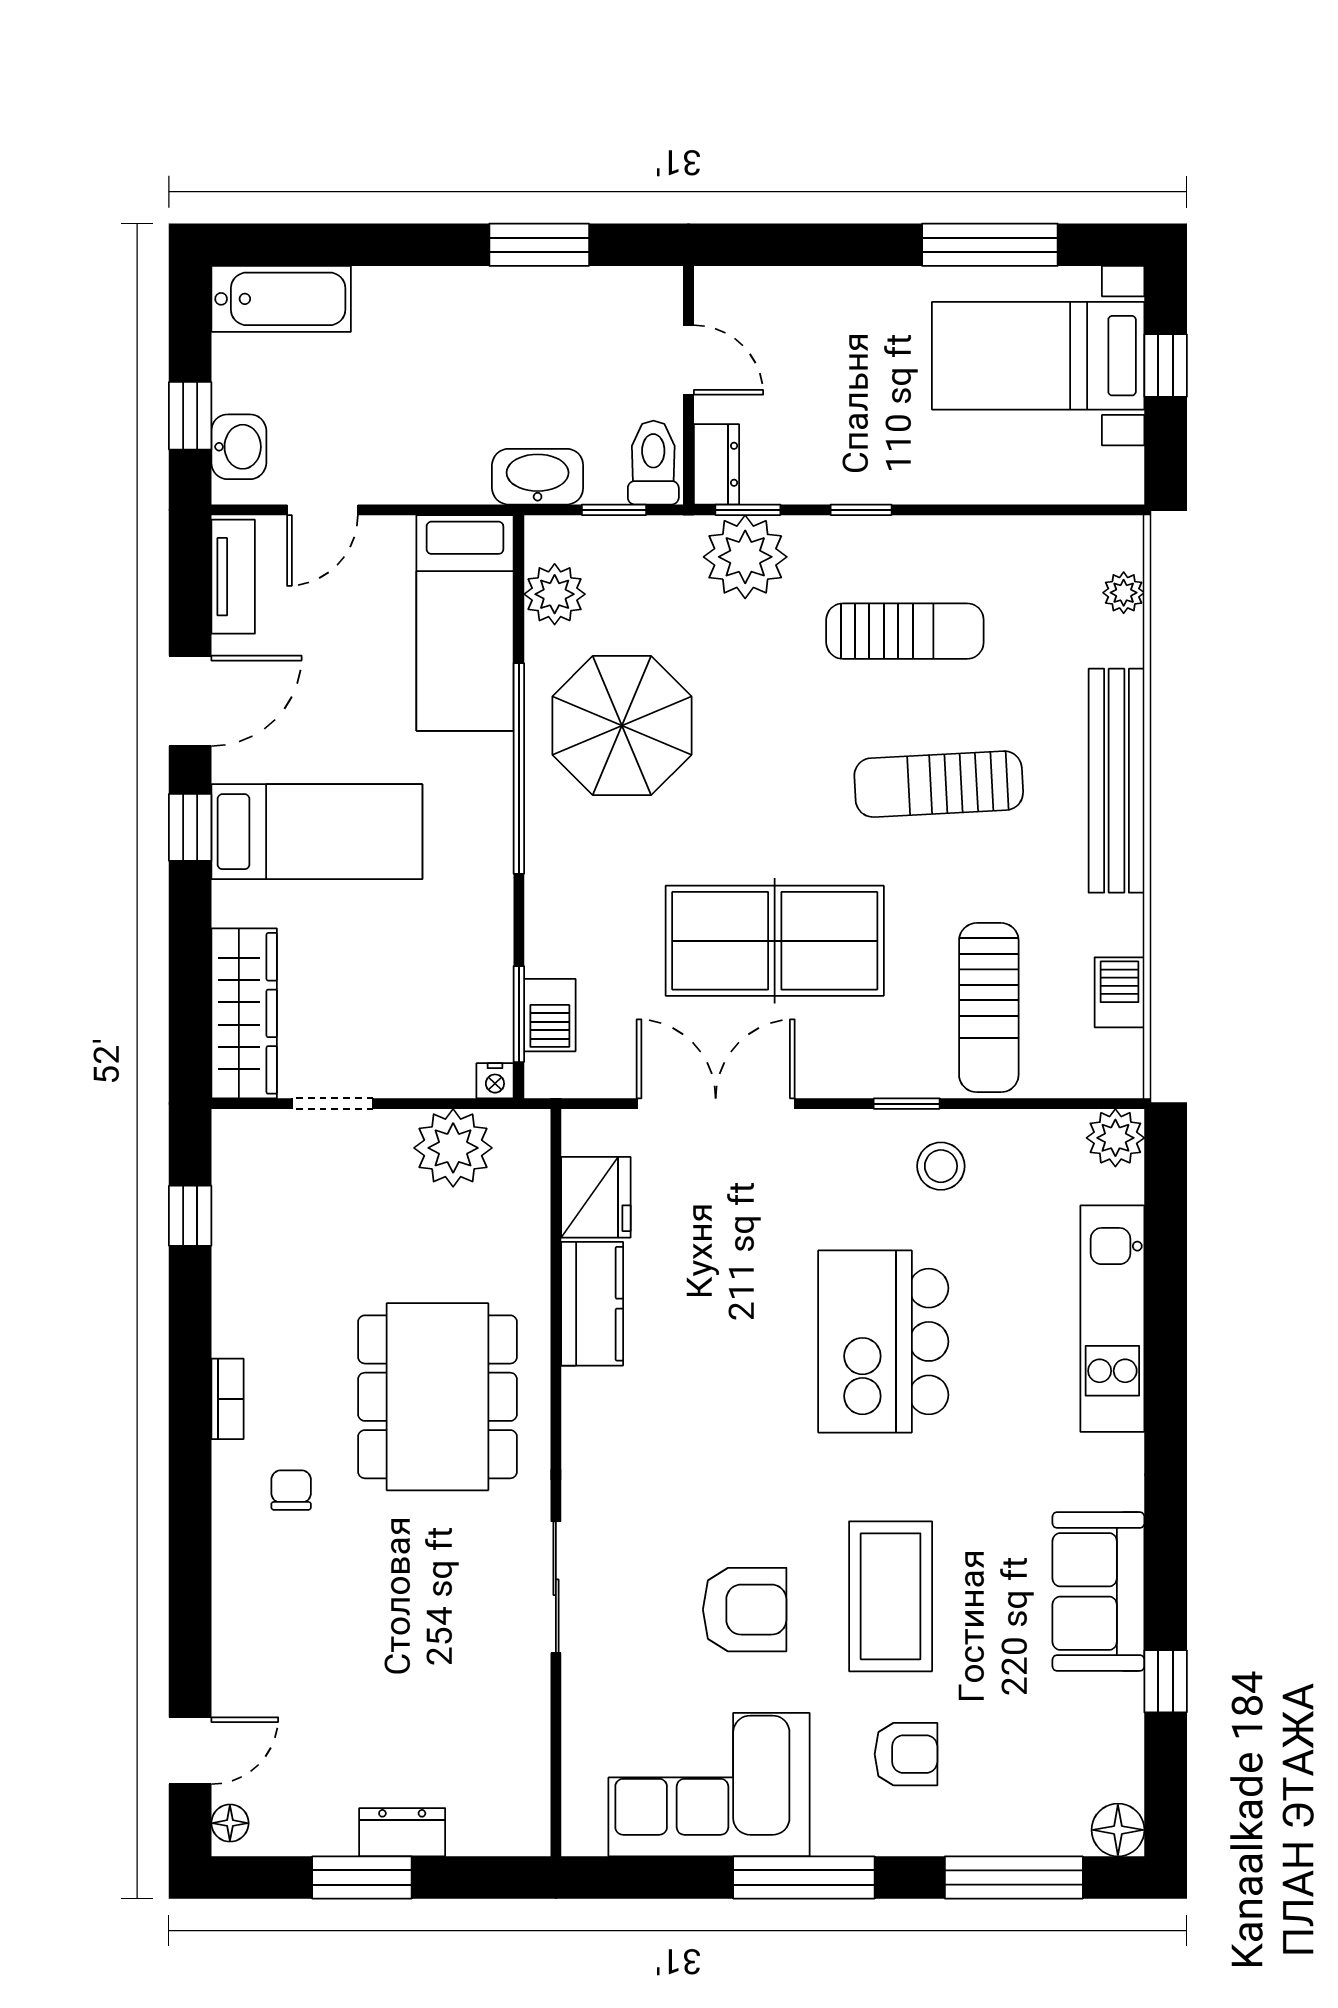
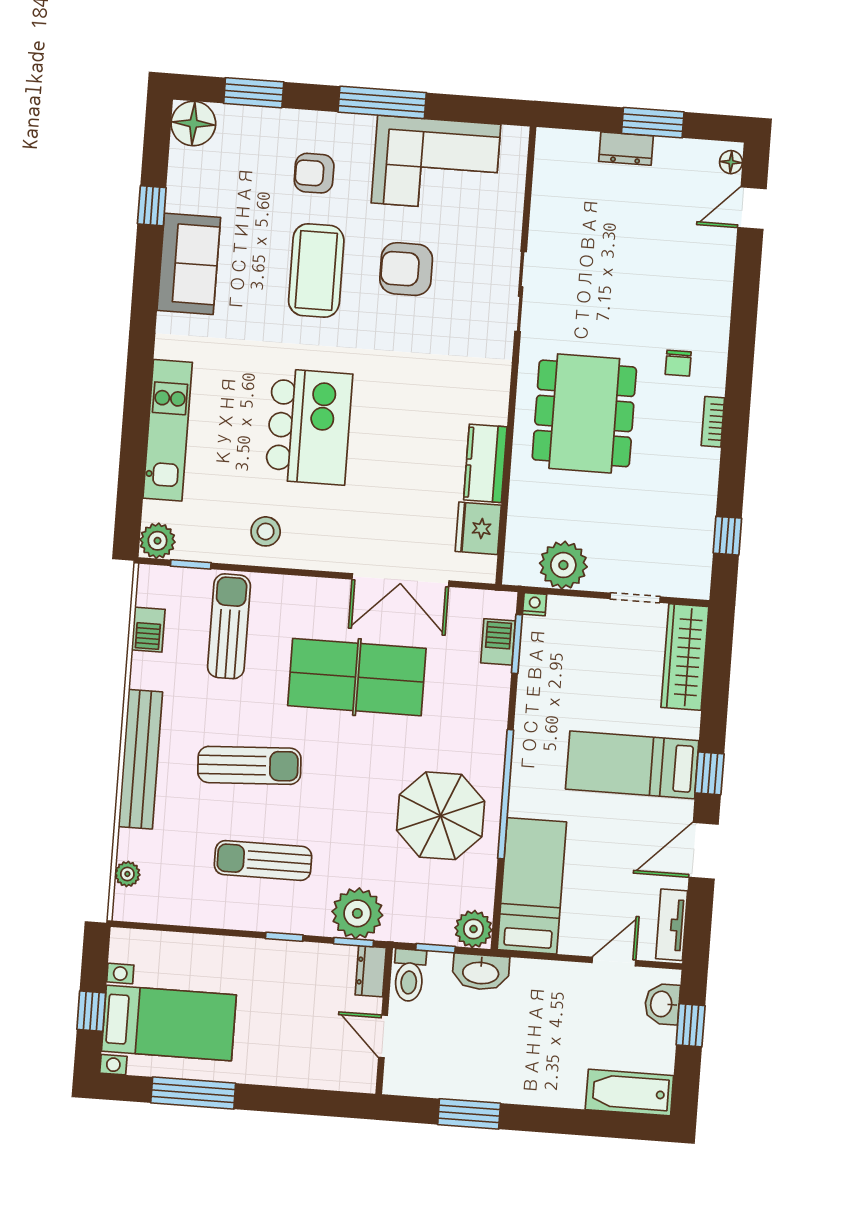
plant: (555, 594) -> (473, 929), moved
window: (907, 1104) -> (191, 564), moved
floor lamp: (1118, 1830) -> (193, 124), width x1.38, depth x1.38
window: (1014, 1878) -> (254, 93), width x0.69

